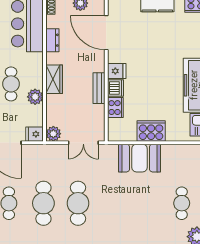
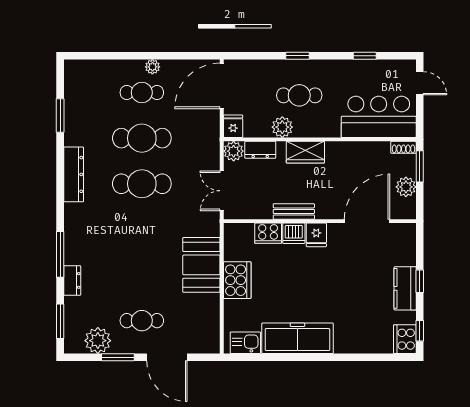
dresser: (52, 40) -> (260, 150), moved

